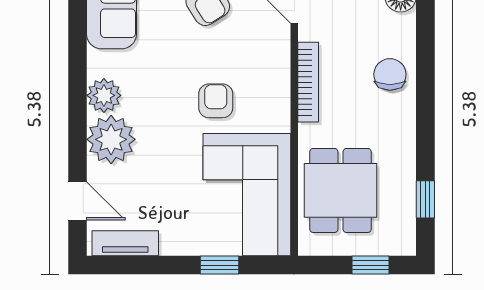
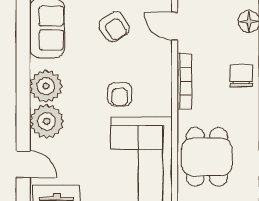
plant: (104, 95) -> (46, 86), width x1.36, depth x1.36
armchair: (216, 101) -> (120, 94), turned 180

